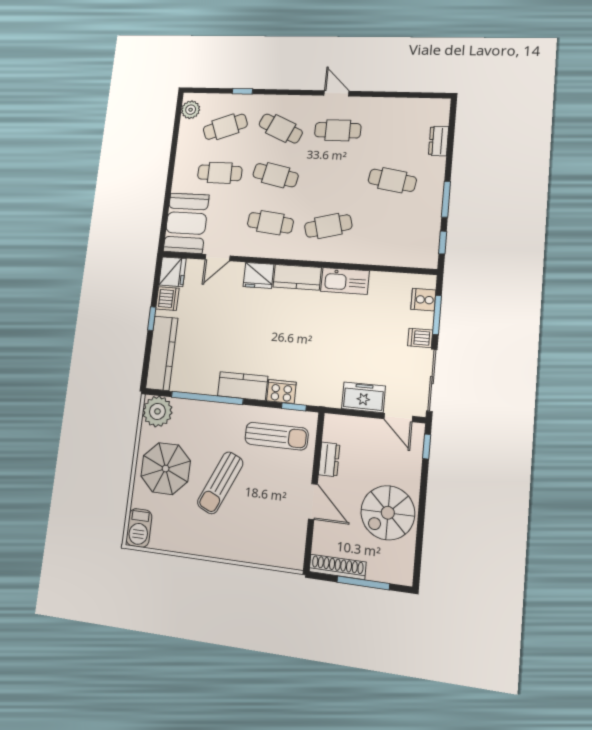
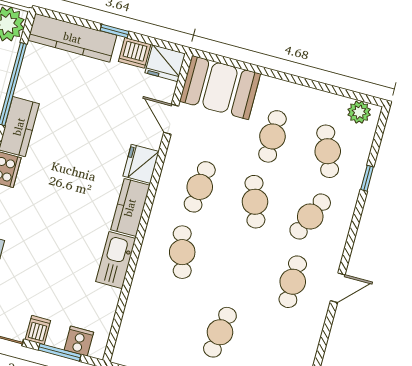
cafe table: (276, 175) -> (255, 202), turned -30

